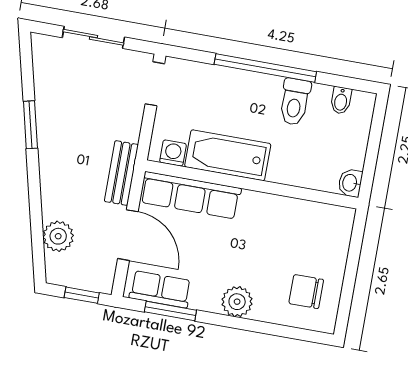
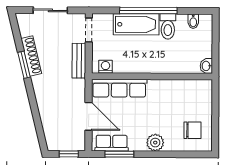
shoe rack: (46, 112) -> (31, 56), added
bathtub: (228, 155) -> (136, 24), moved, turned 180
bench: (121, 173) -> (79, 61), moved
plant: (58, 236) -> (50, 124), removed
chair: (306, 292) -> (192, 130), turned 180

